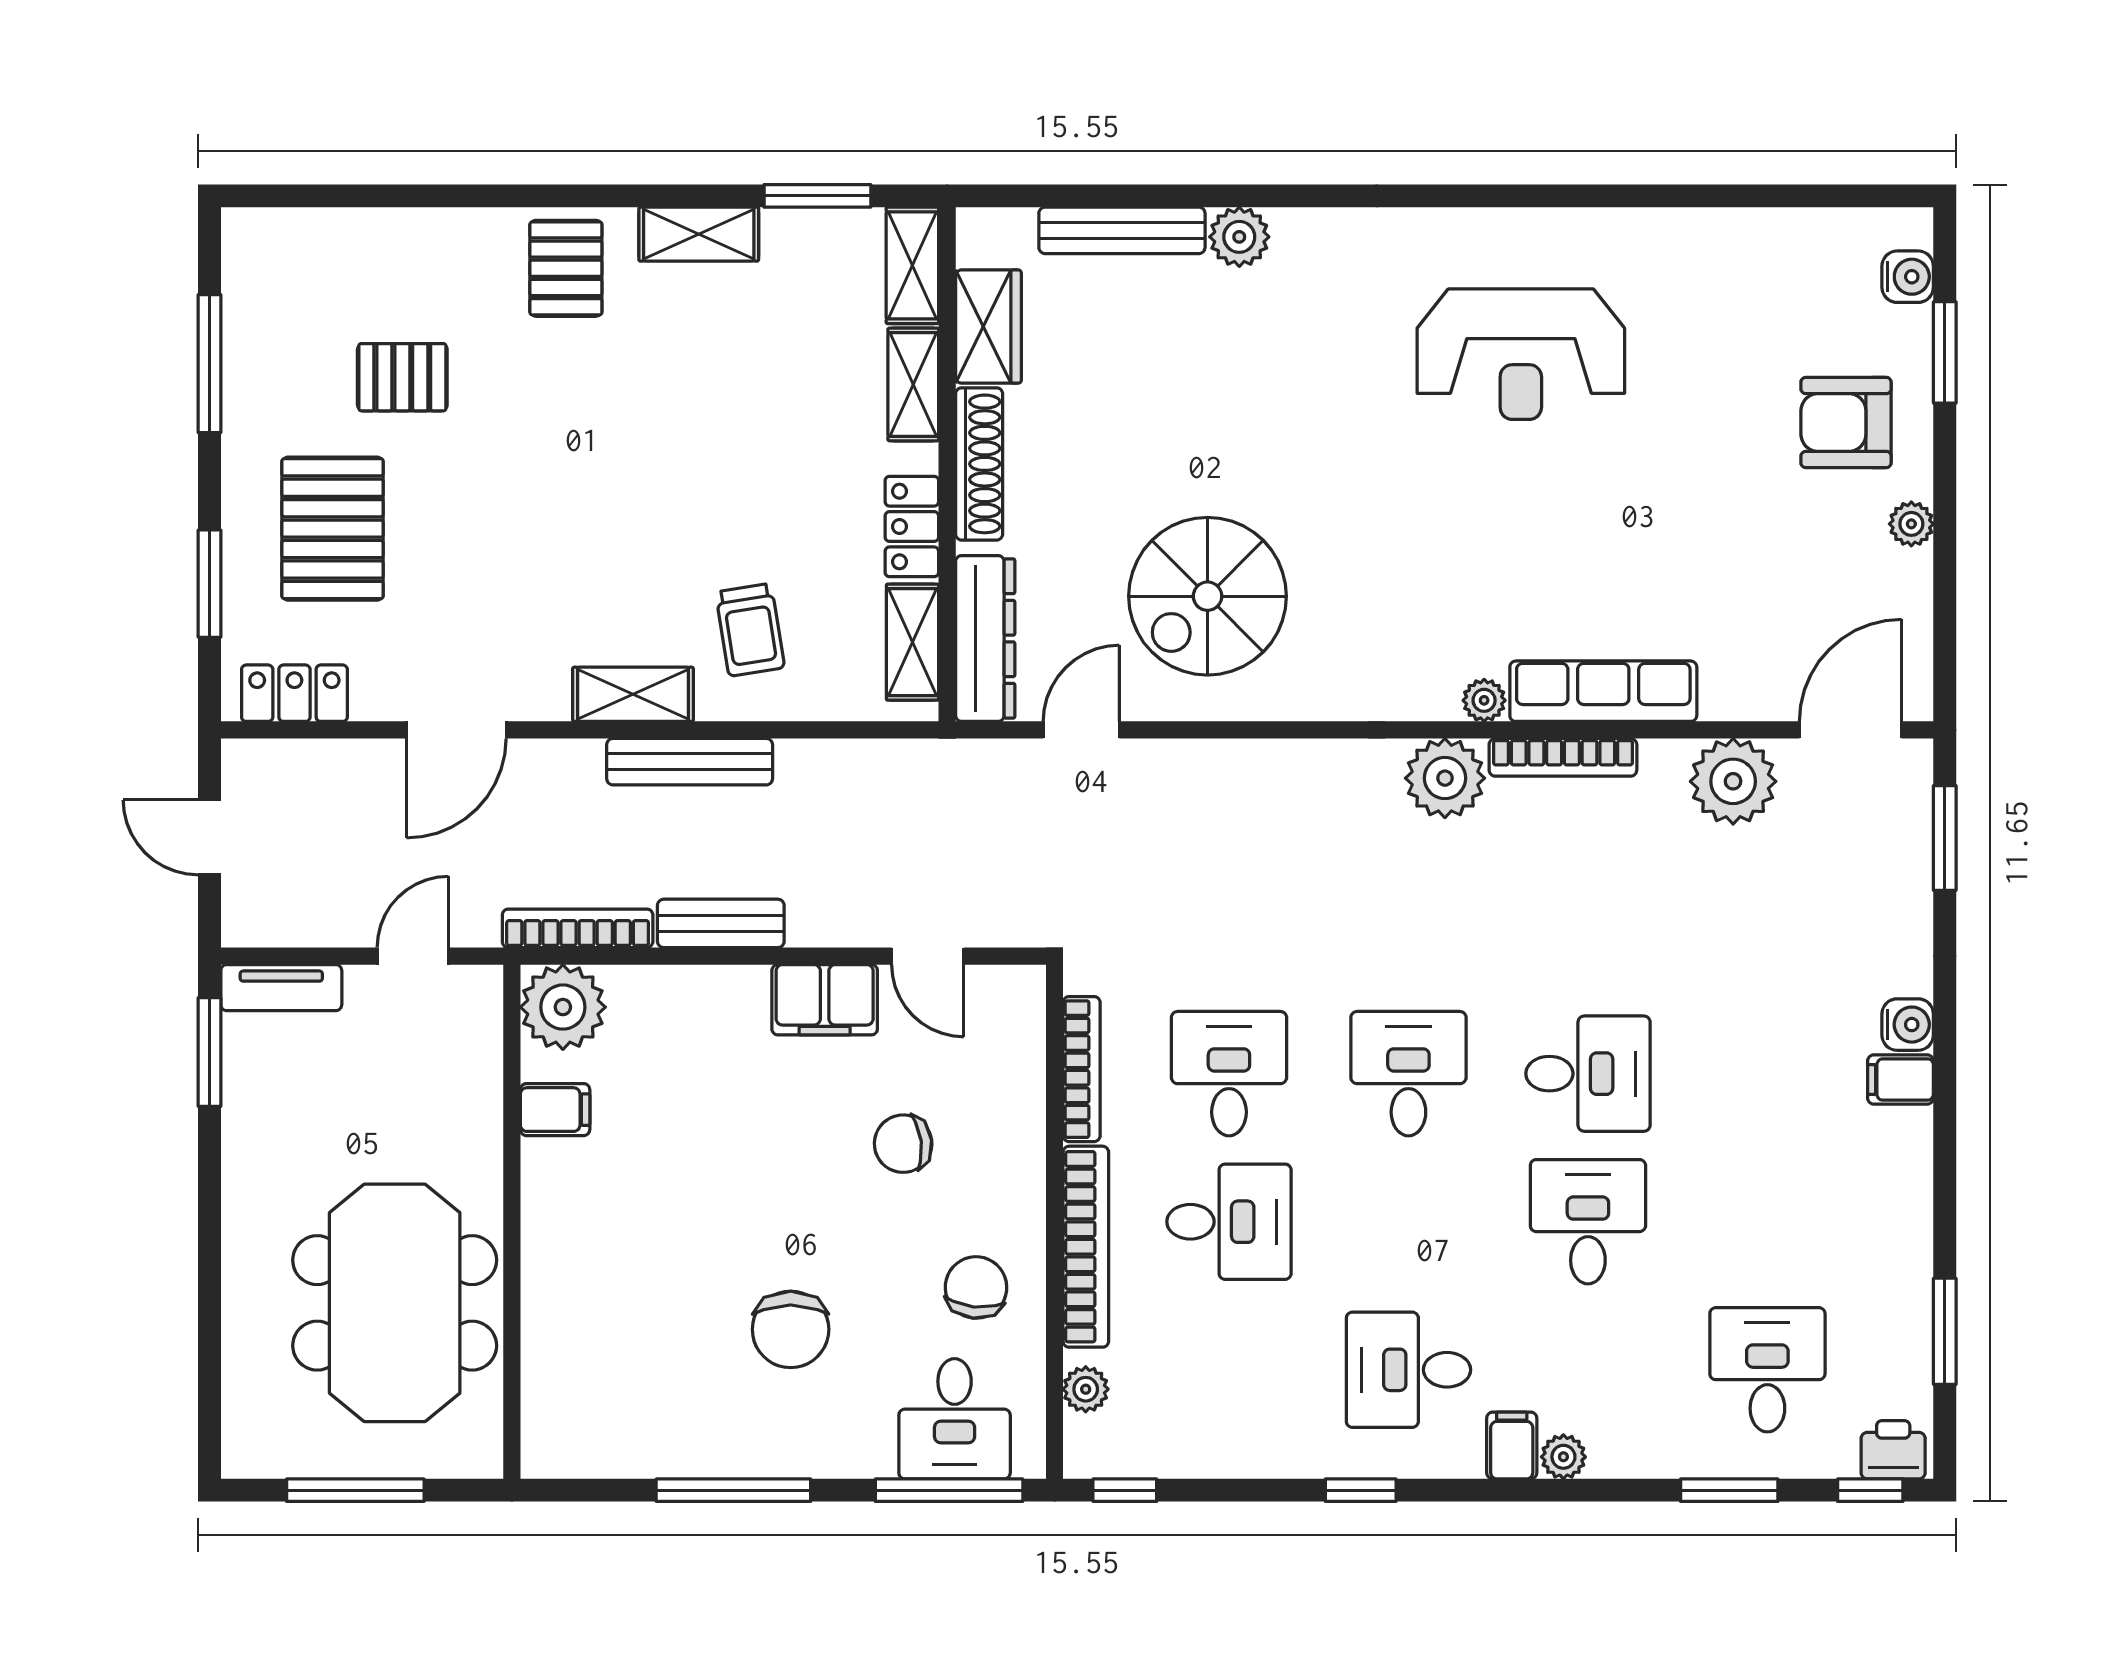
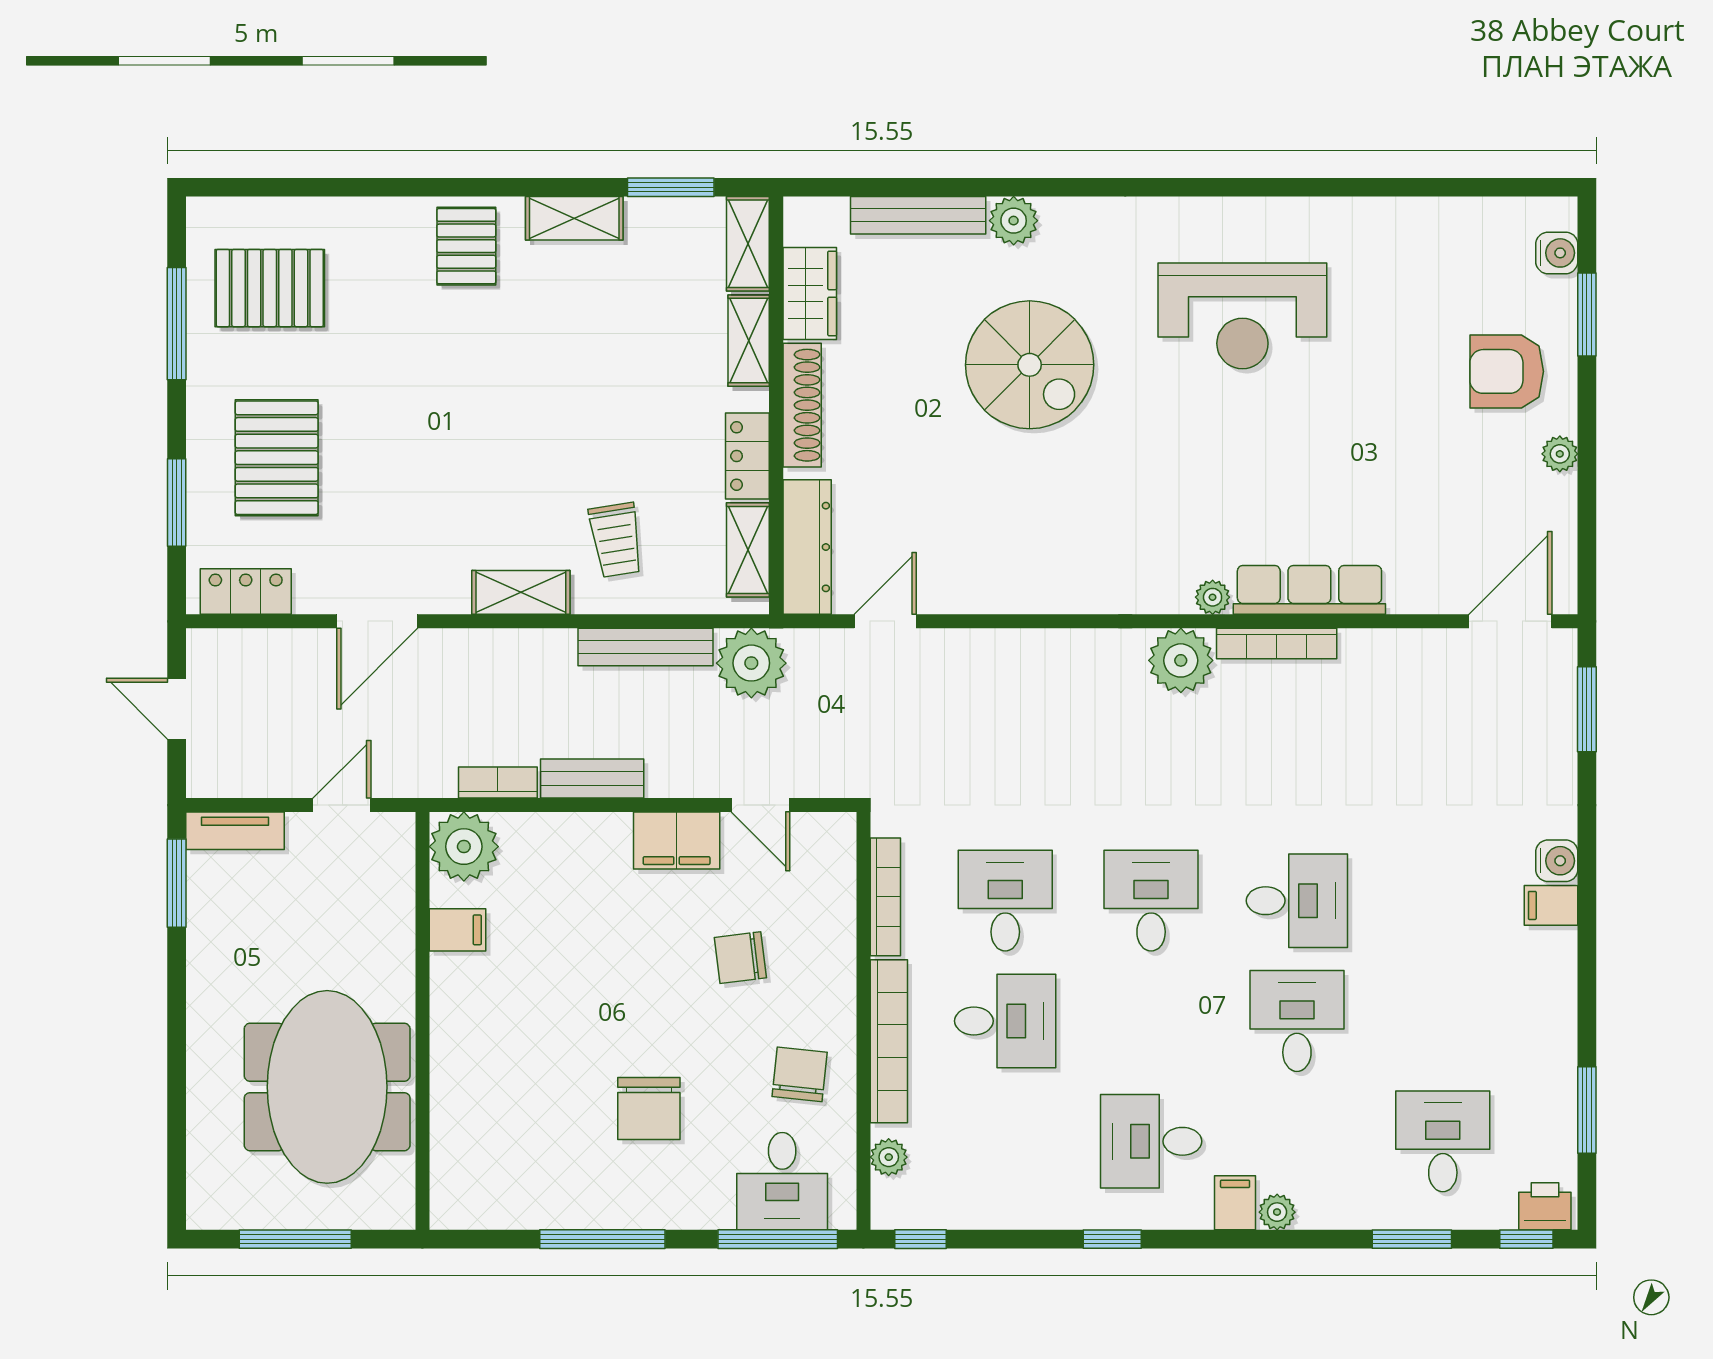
pallet: (402, 377) -> (270, 288), moved, width x1.50, depth x1.42
spiral stairs: (1208, 596) -> (1030, 365), moved, turned -90
bench: (690, 762) -> (645, 647), moved
plant: (1733, 781) -> (751, 663), moved
bookcase: (578, 928) -> (498, 783), width x0.64

